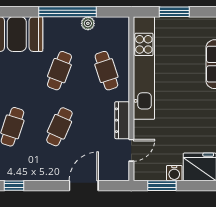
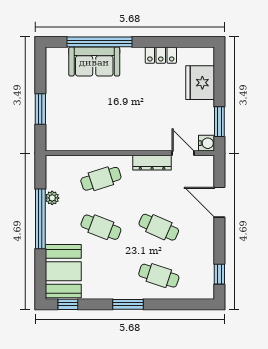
kitchen unit: (144, 68) -> (98, 140), removed
water cooler: (174, 173) -> (206, 143), moved

